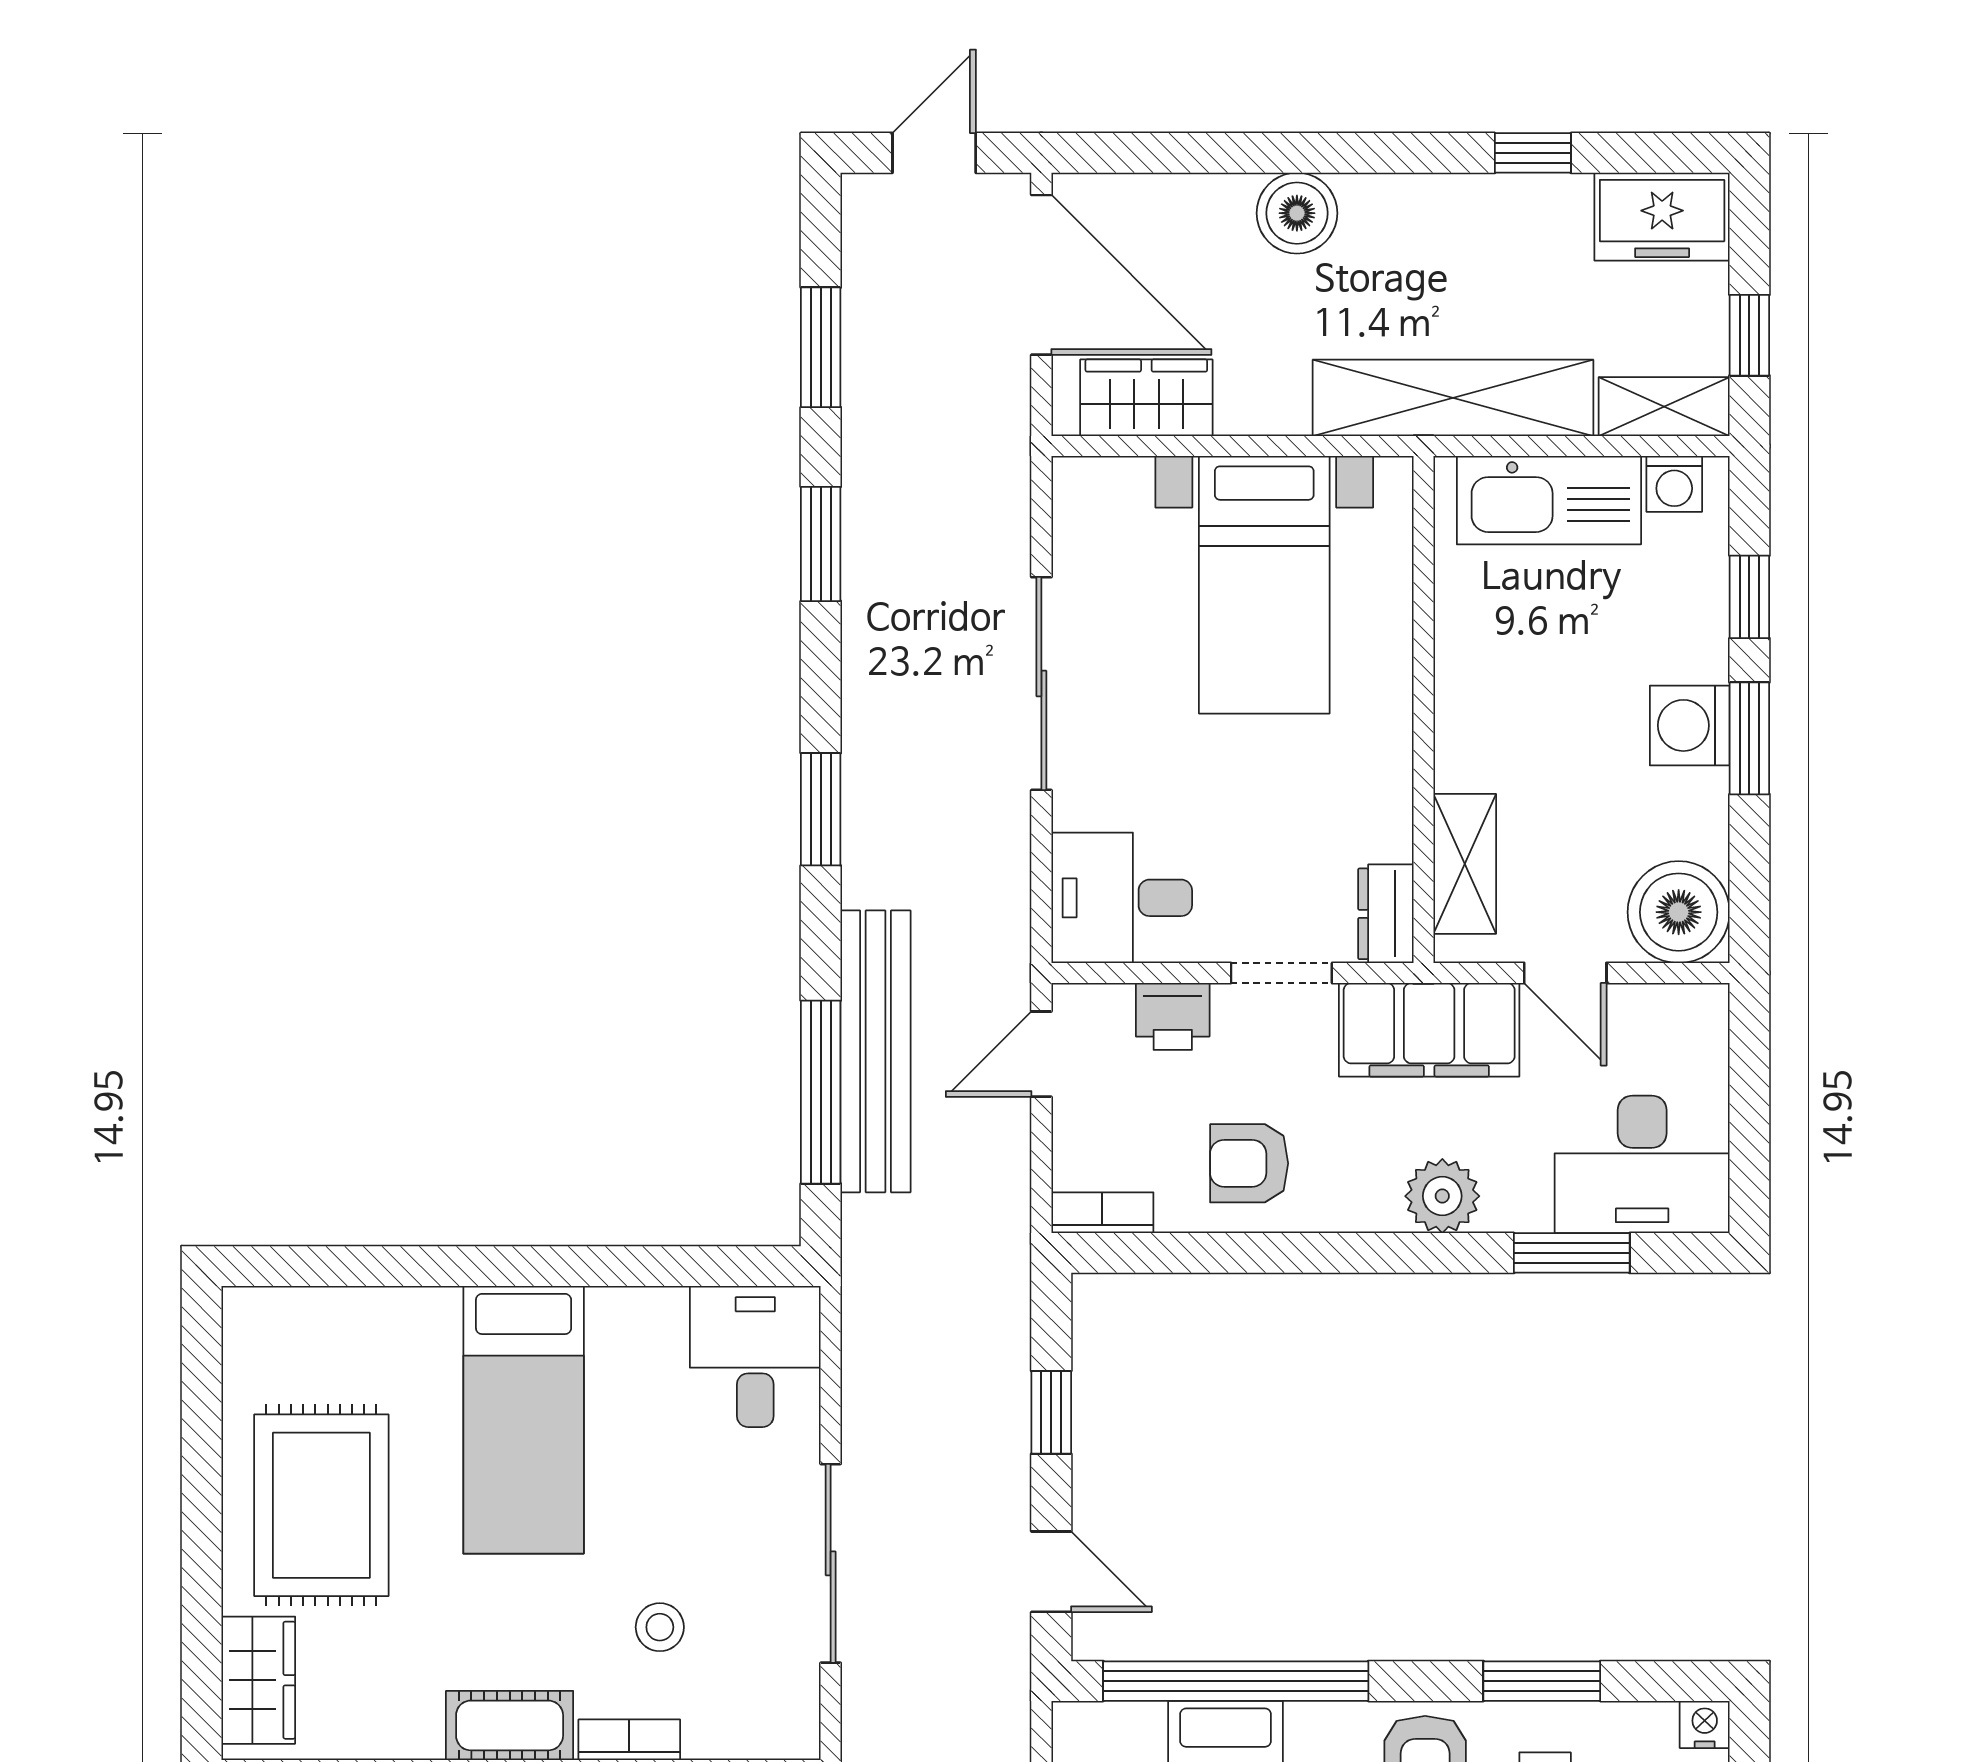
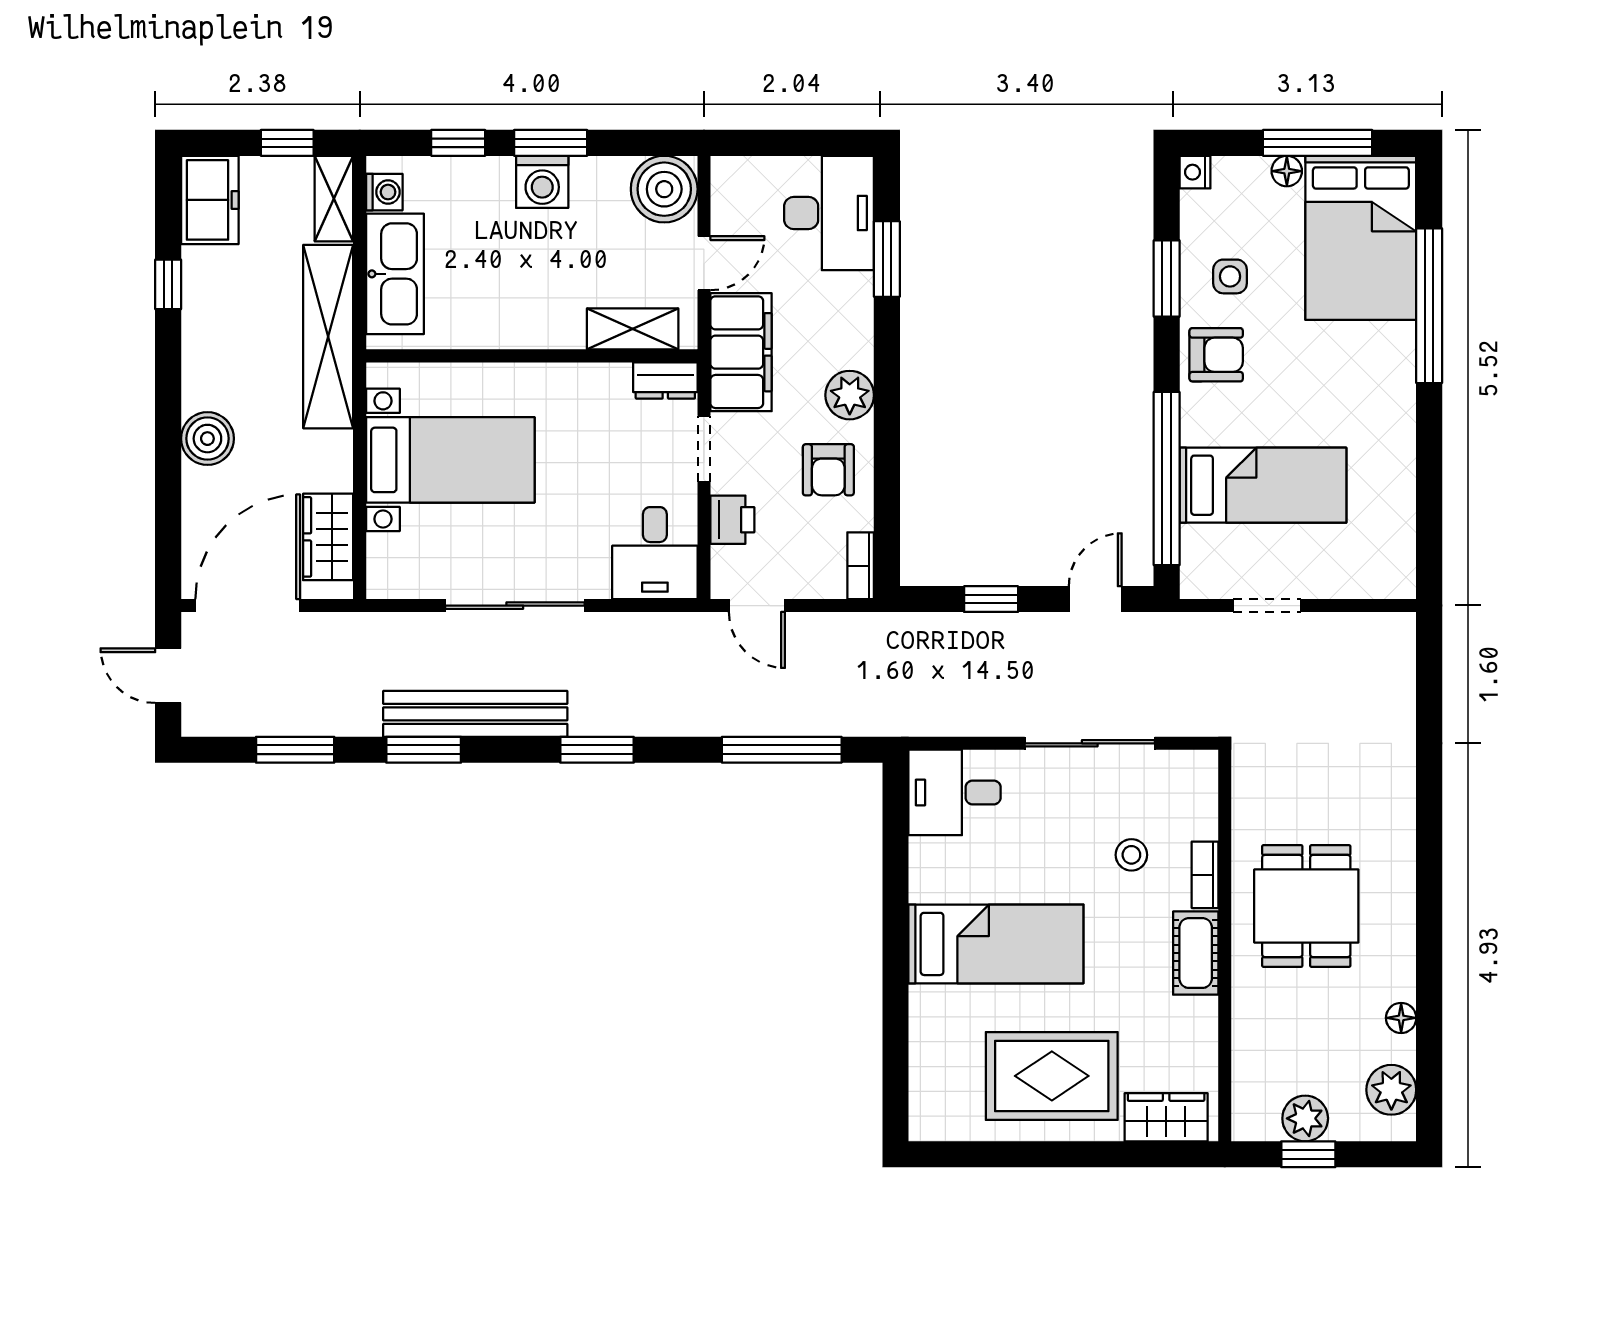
bench: (876, 1051) -> (475, 714), moved
plant: (1442, 1196) -> (850, 395), moved

